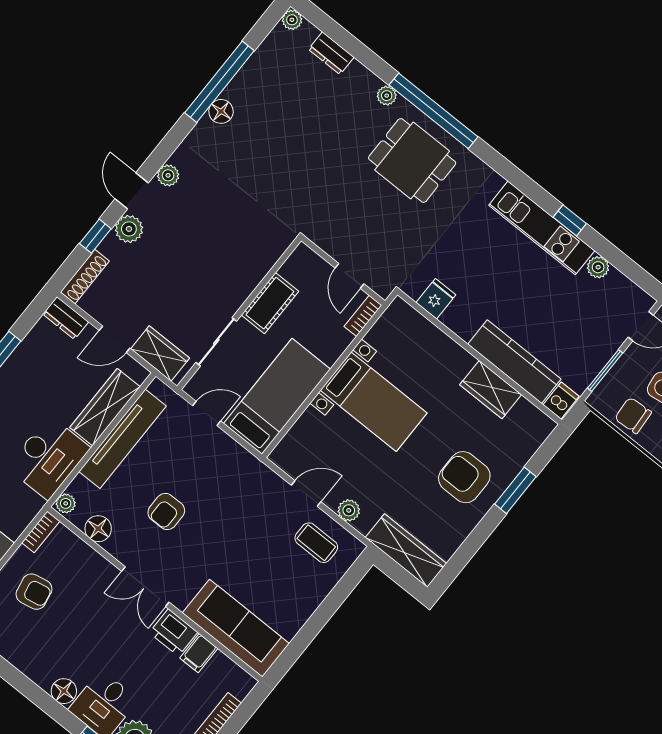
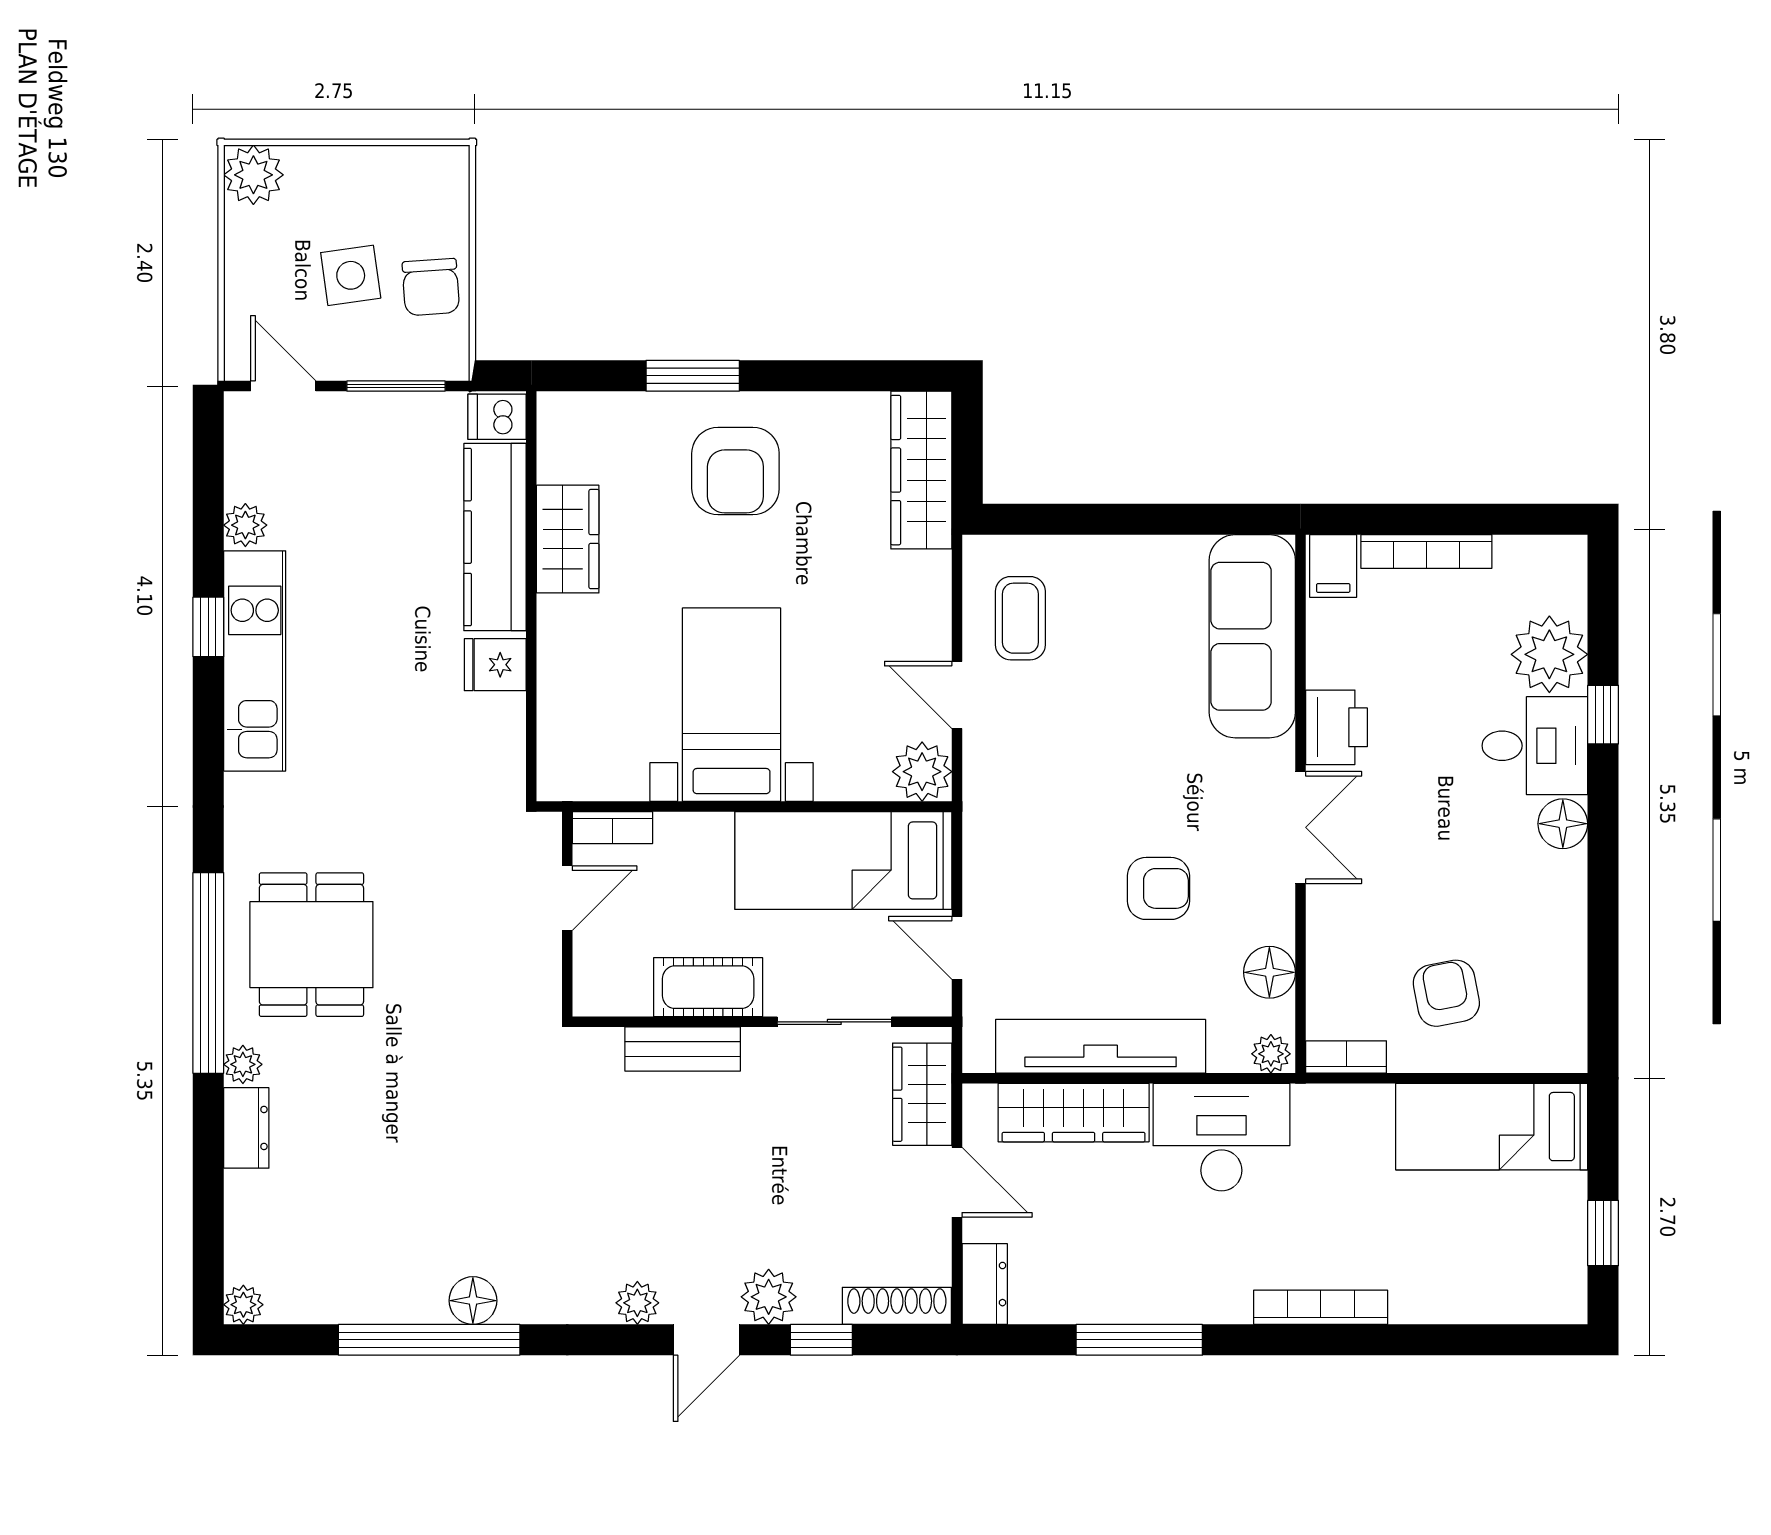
dresser: (331, 53) -> (246, 1128), moved
bench: (254, 273) -> (683, 1049), added
fridge: (436, 299) -> (495, 665), moved
plant: (349, 510) -> (922, 772), moved, width x1.38, depth x1.38
filing cabinet: (199, 653) -> (1333, 566), moved, turned 90

